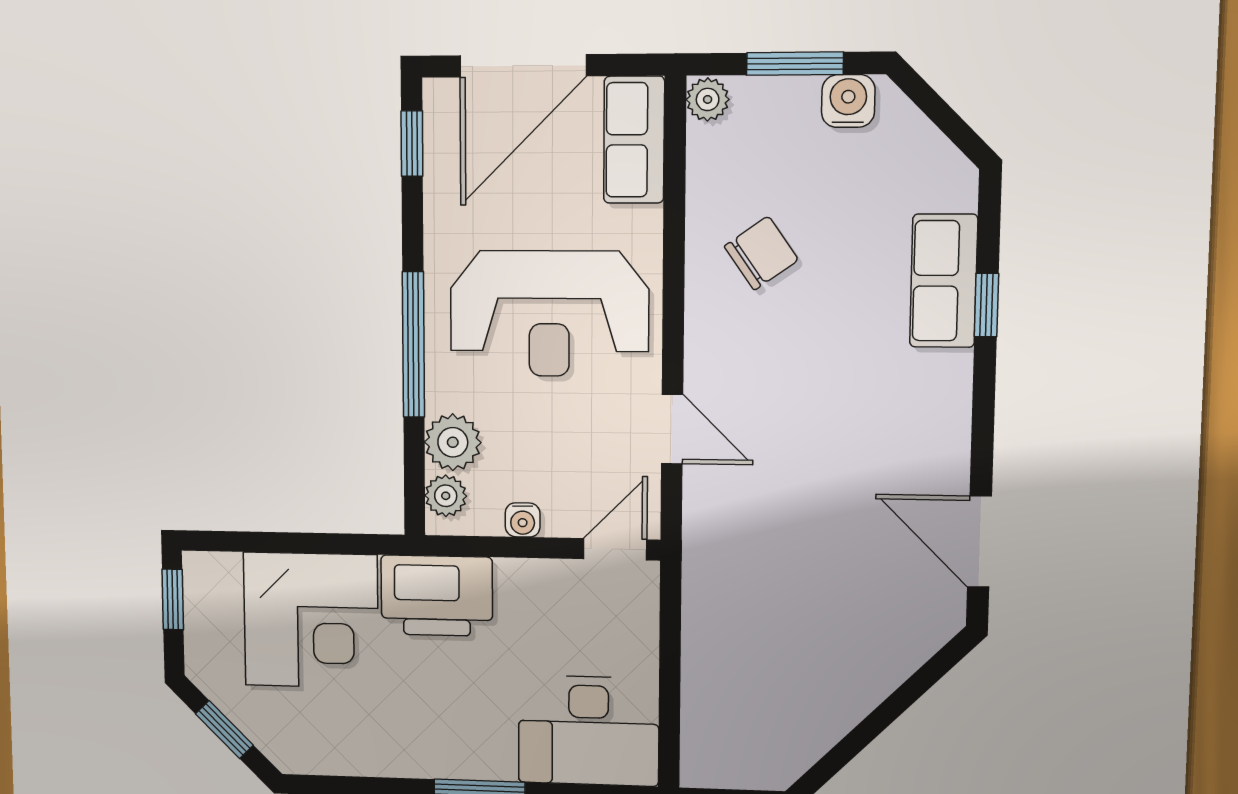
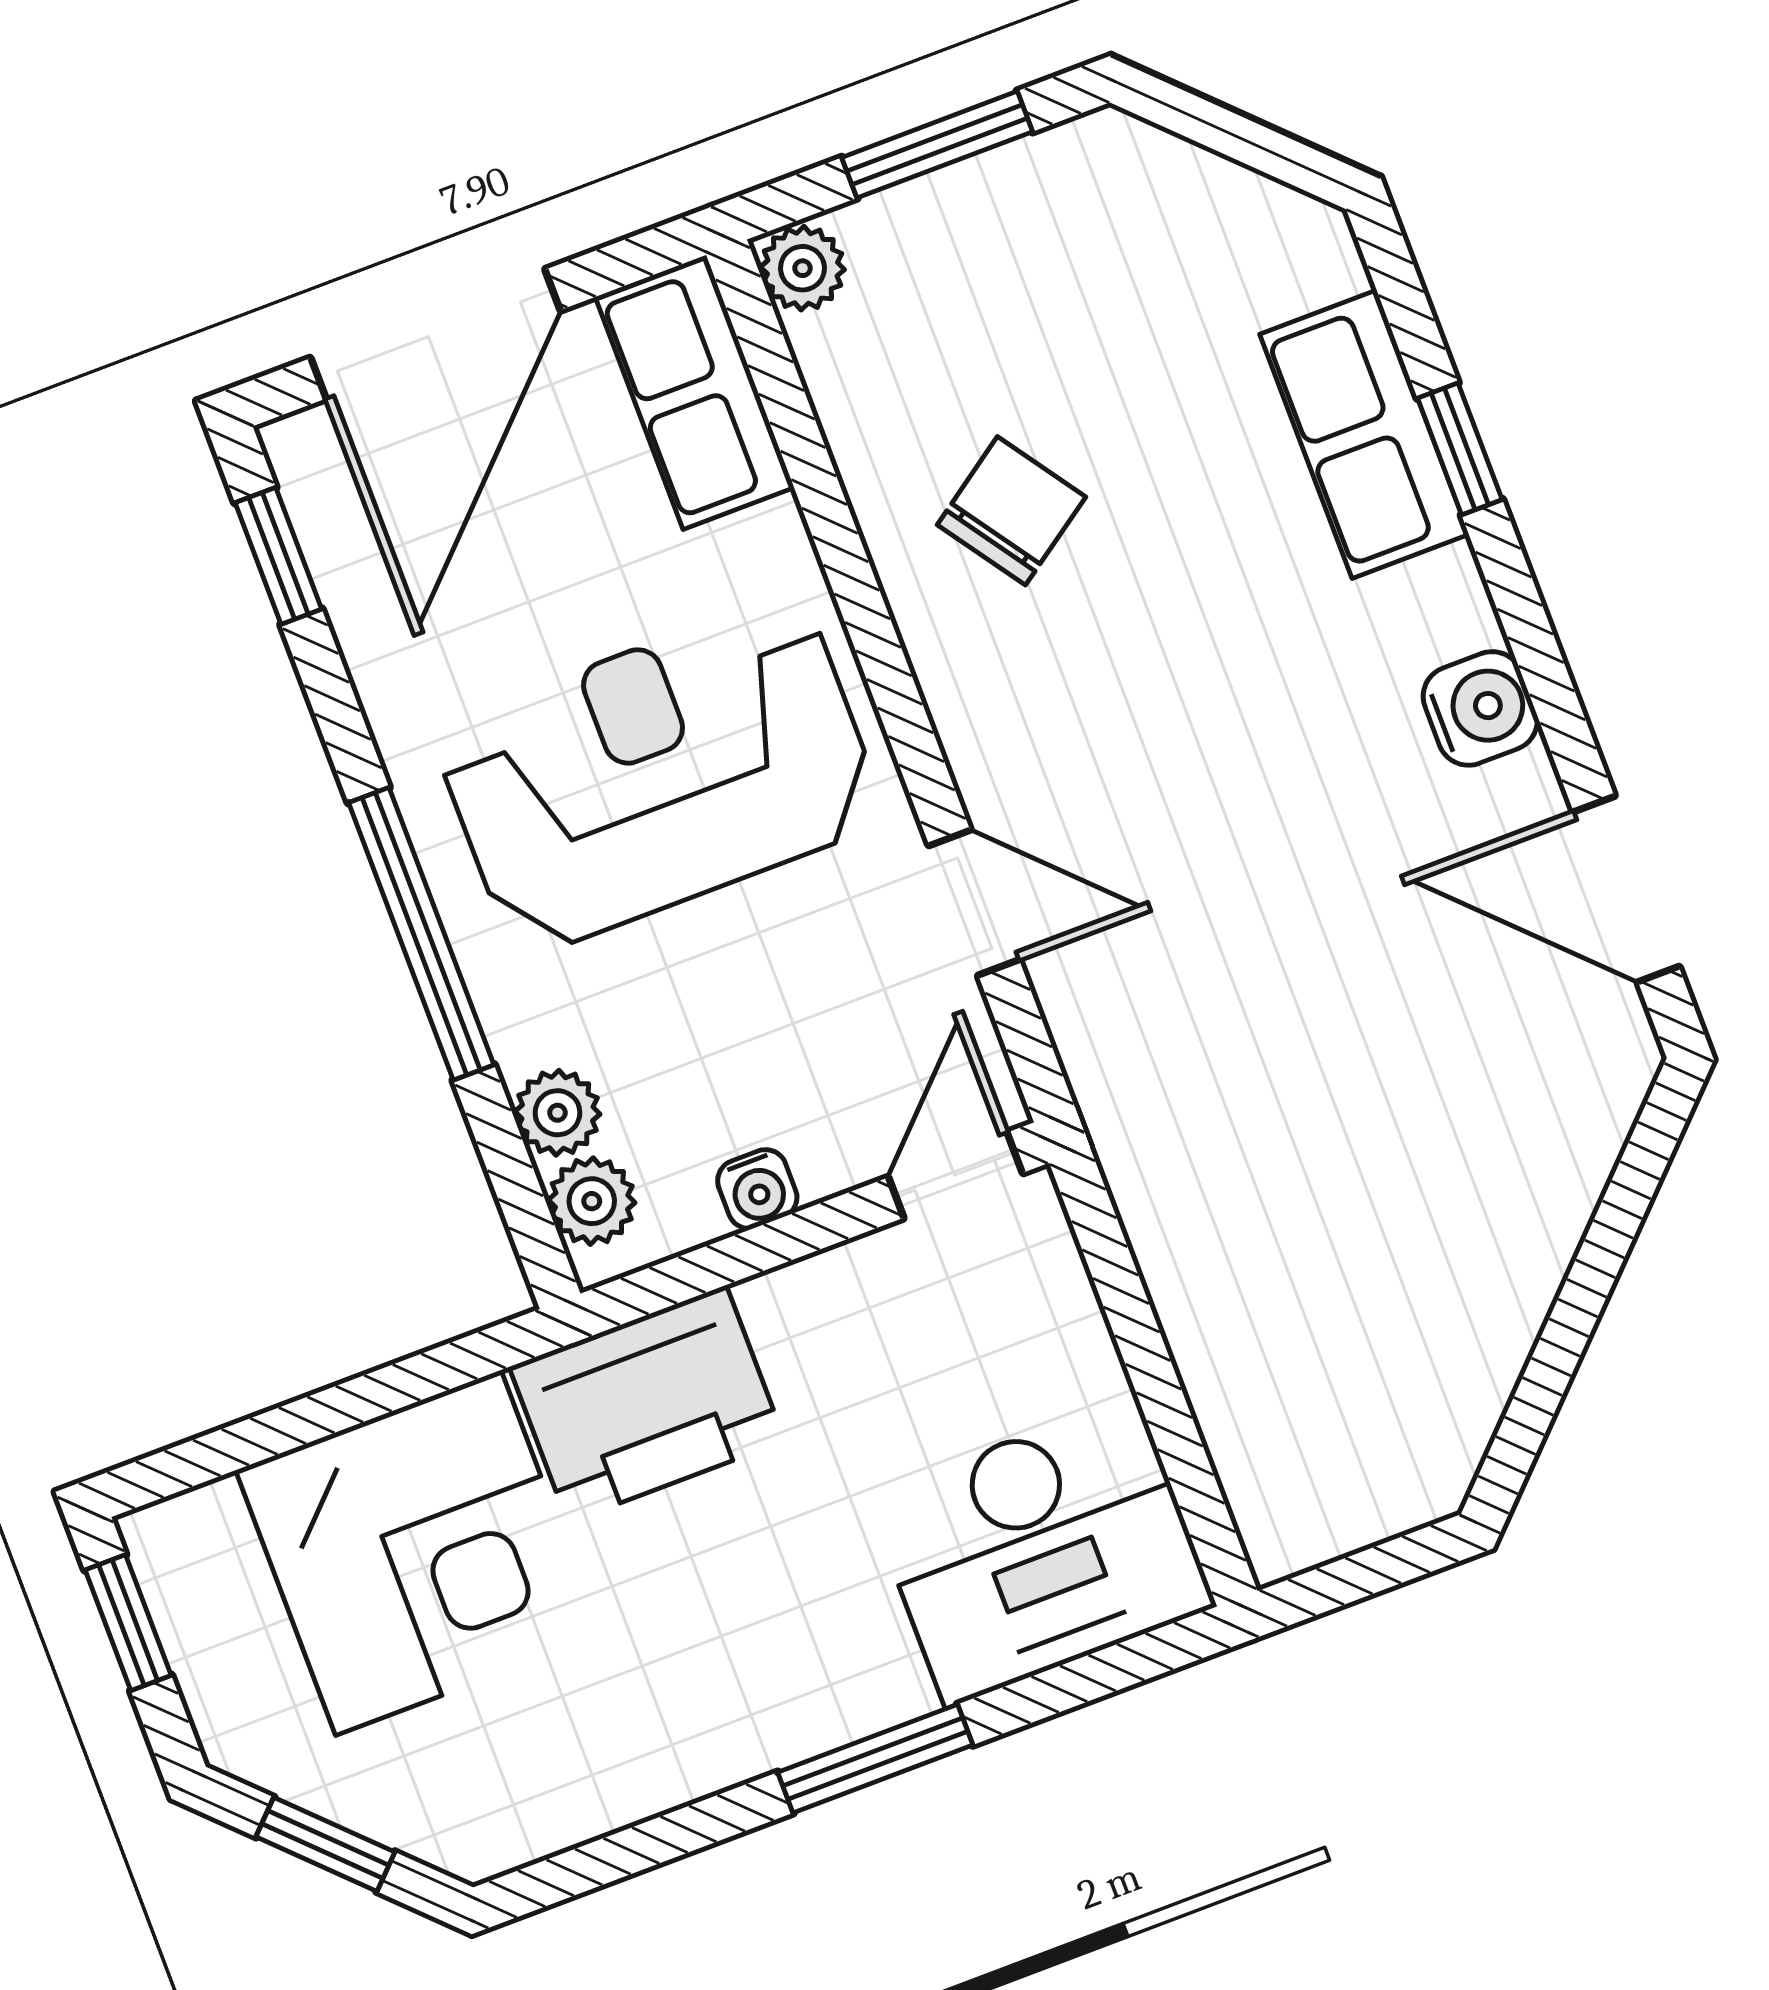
water cooler: (848, 101) -> (1480, 708), moved, turned 90
reception desk: (549, 314) -> (659, 775), turned 180
plant: (453, 442) -> (557, 1113), width x0.73, depth x0.73

